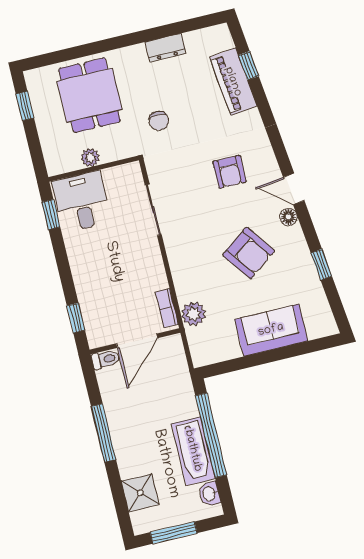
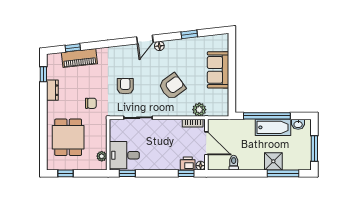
window: (190, 25) -> (43, 74), added
dining table: (90, 95) -> (68, 137), turned 90
plant: (90, 158) -> (102, 156), moved
armchair: (230, 172) -> (125, 86), moved, turned -90
armchair: (249, 253) -> (172, 86), moved
printer: (94, 316) -> (188, 164), added
floor lamp: (96, 340) -> (201, 166), added
toilet: (106, 359) -> (234, 163), moved
window: (103, 433) -> (283, 173), moved
shower: (140, 493) -> (273, 161), moved

